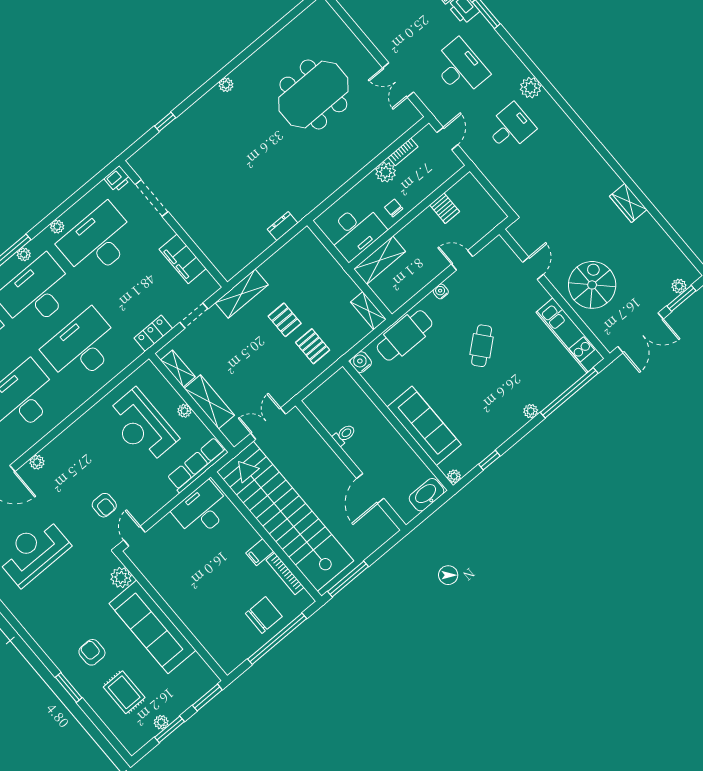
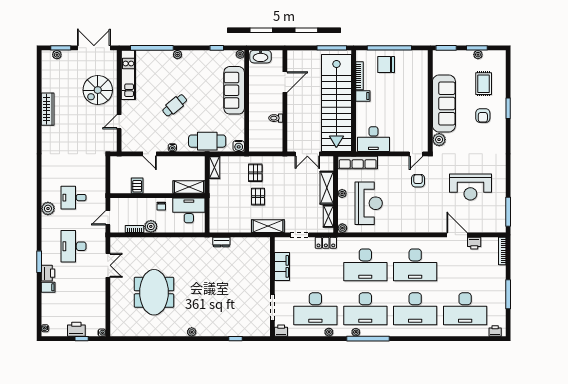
meeting table: (313, 94) -> (154, 292), turned 90
wardrobe: (628, 203) -> (48, 109), width x1.50
plant: (37, 462) -> (342, 228), moved

